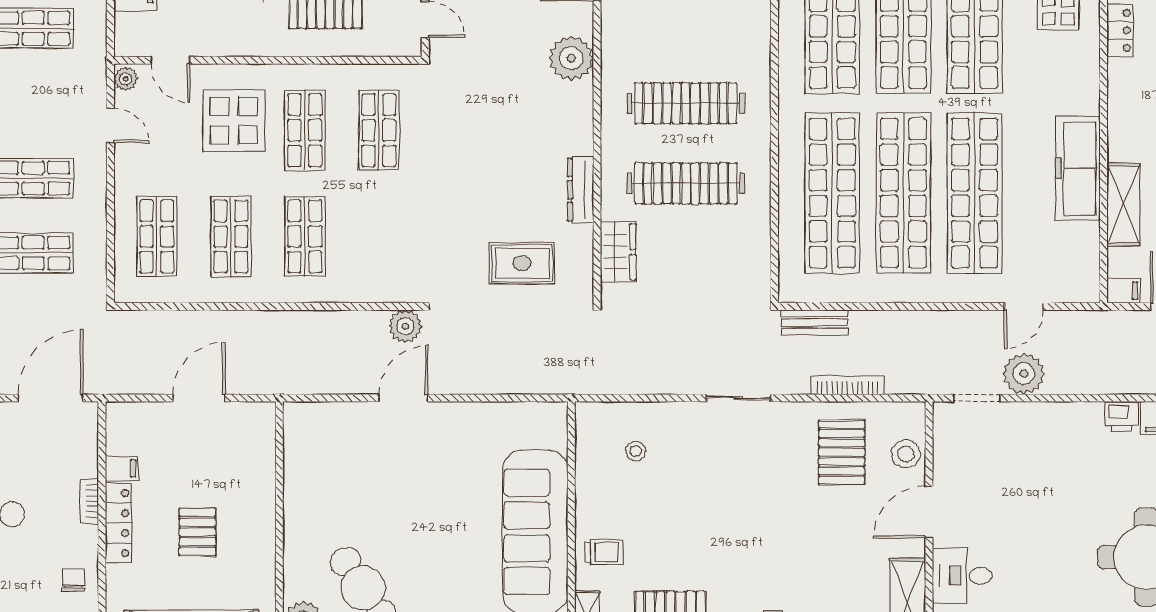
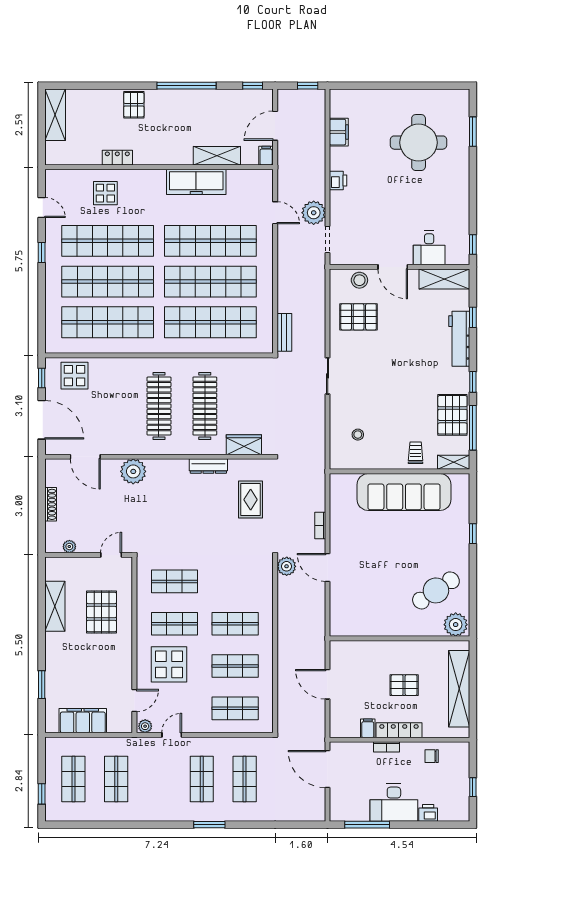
bookcase: (847, 385) -> (320, 525), moved, width x0.64
printer: (1121, 416) -> (338, 180), moved

